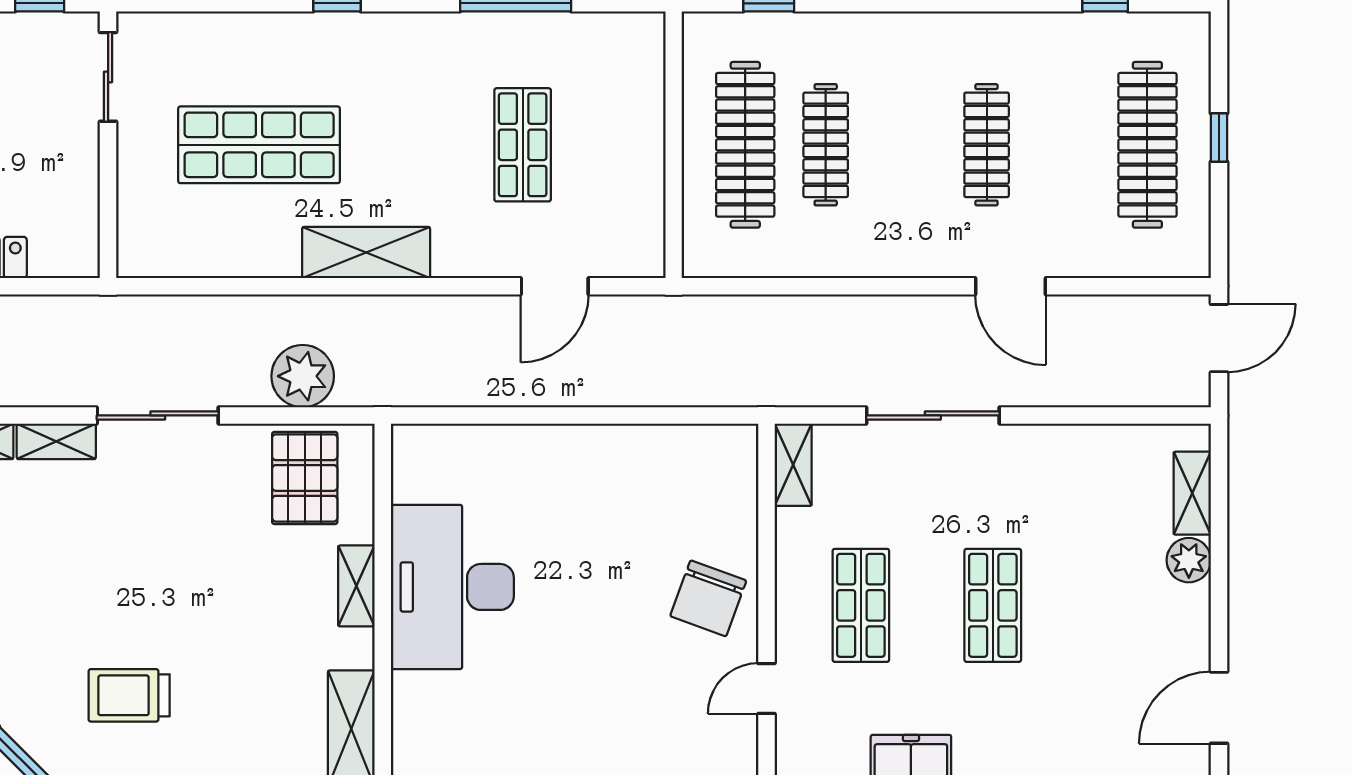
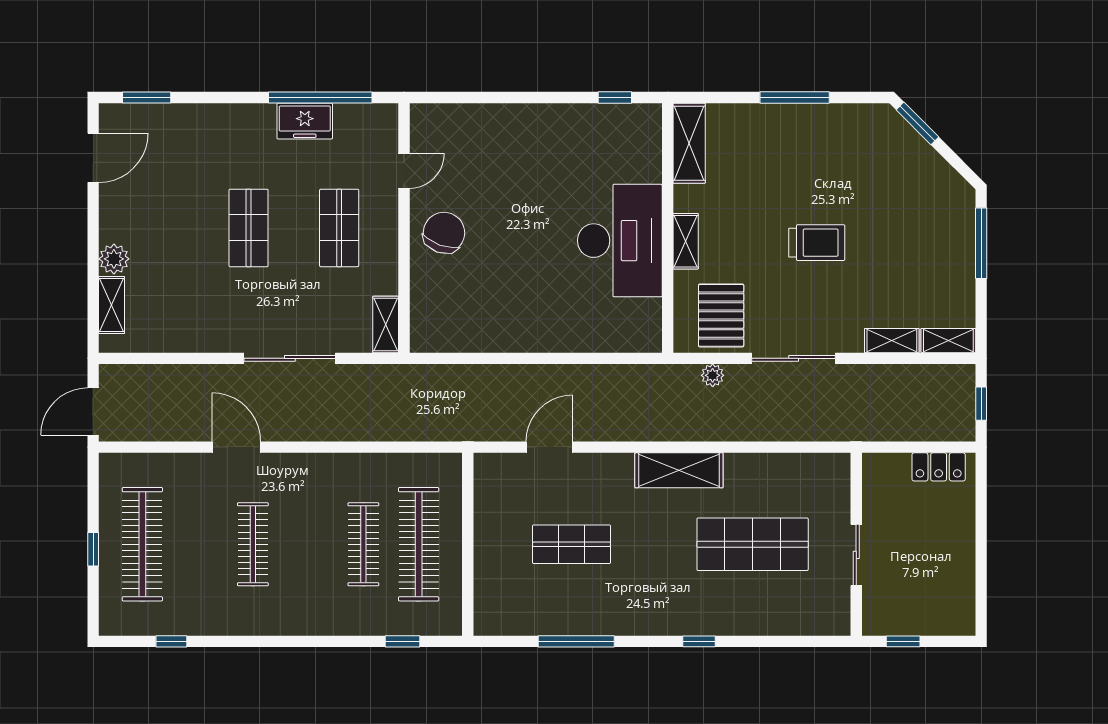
sliding door: (108, 77) -> (856, 555), moved
shop shelf: (523, 145) -> (571, 544), turned 90
plant: (303, 376) -> (713, 375), width x0.53, depth x0.53
sliding door: (158, 415) -> (794, 358), moved
trolley: (129, 695) -> (817, 243), moved

